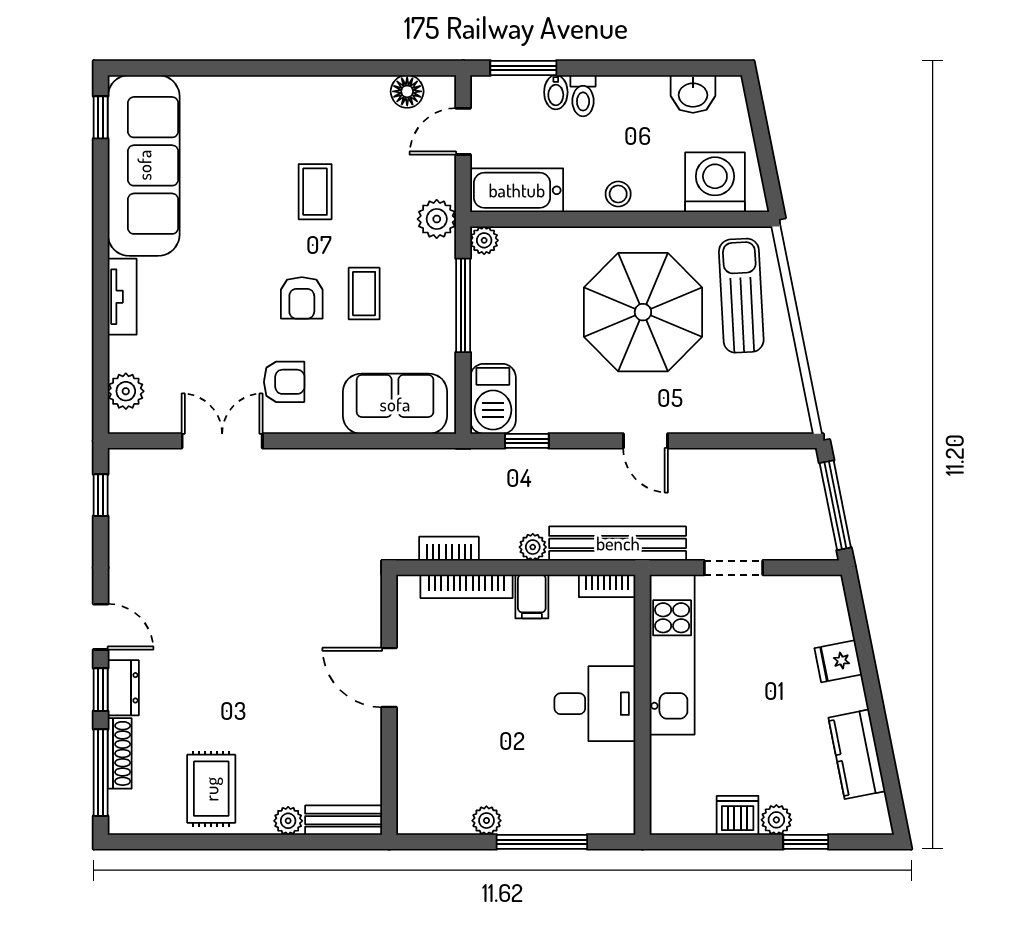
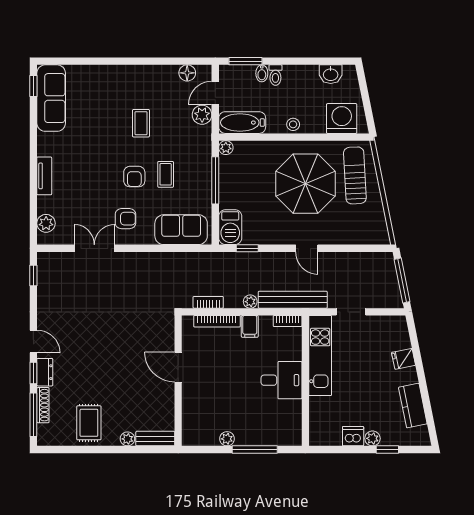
sofa: (144, 165) -> (51, 98), width x0.74, depth x0.79
plant: (437, 219) -> (202, 115), moved

